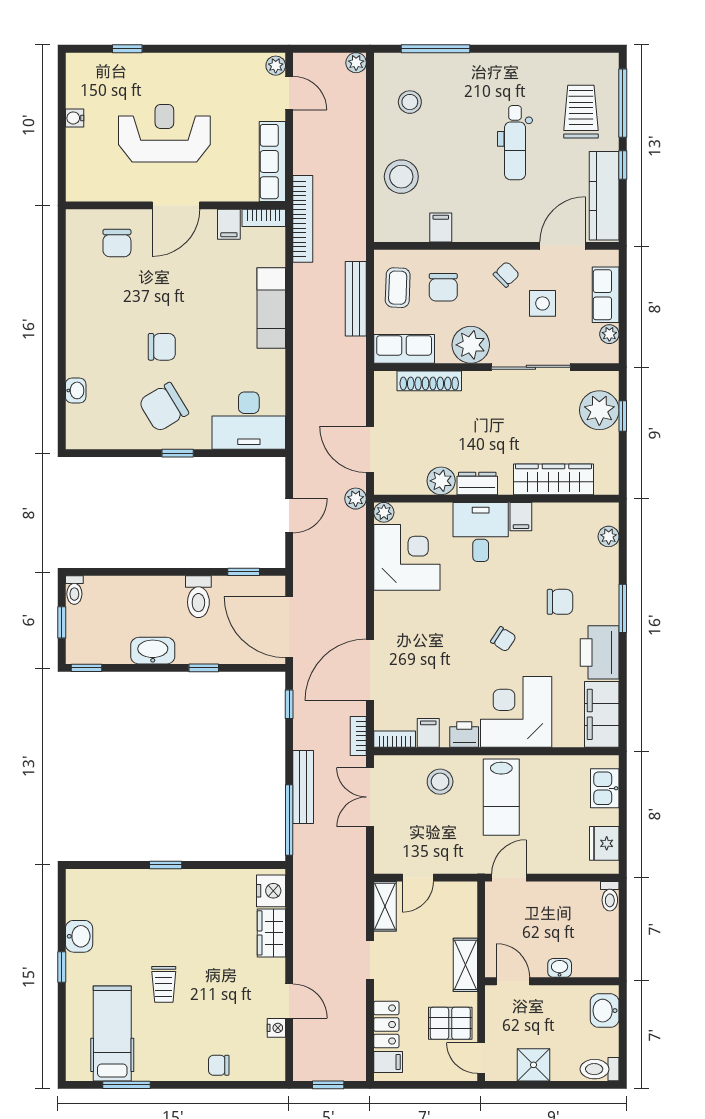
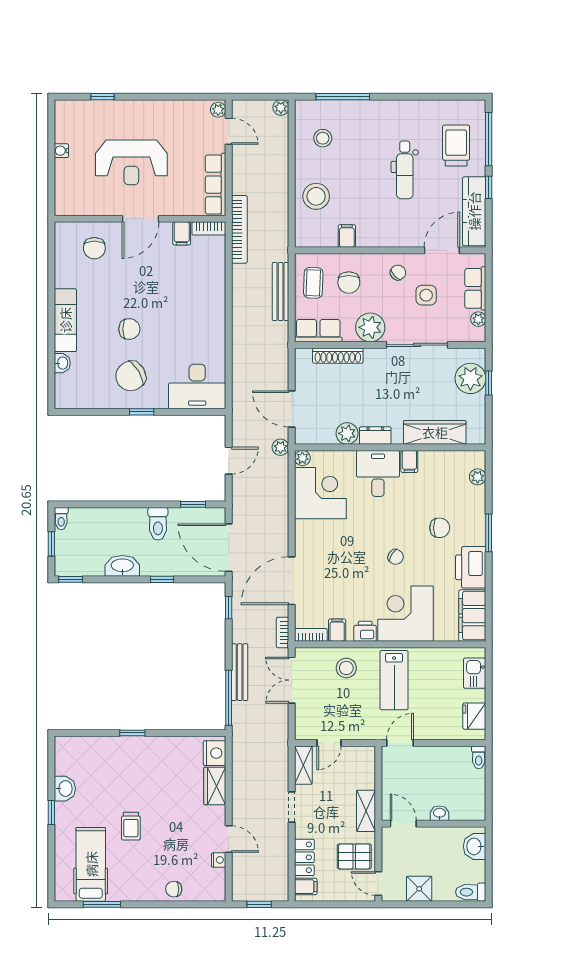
reception desk: (164, 133) -> (131, 162), turned 180
exam couch: (271, 308) -> (65, 320), moved, turned 180

